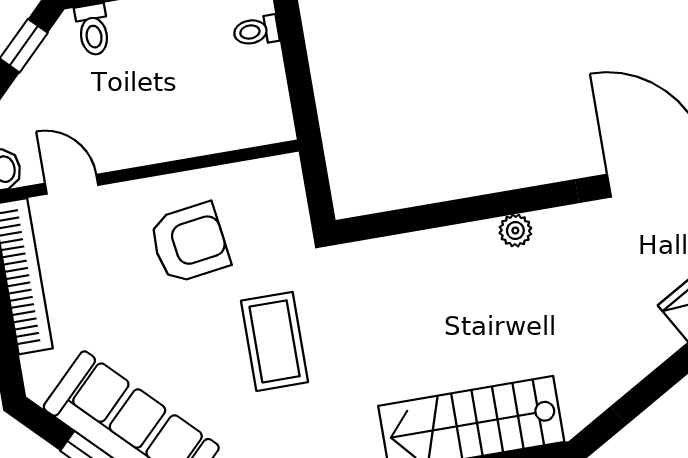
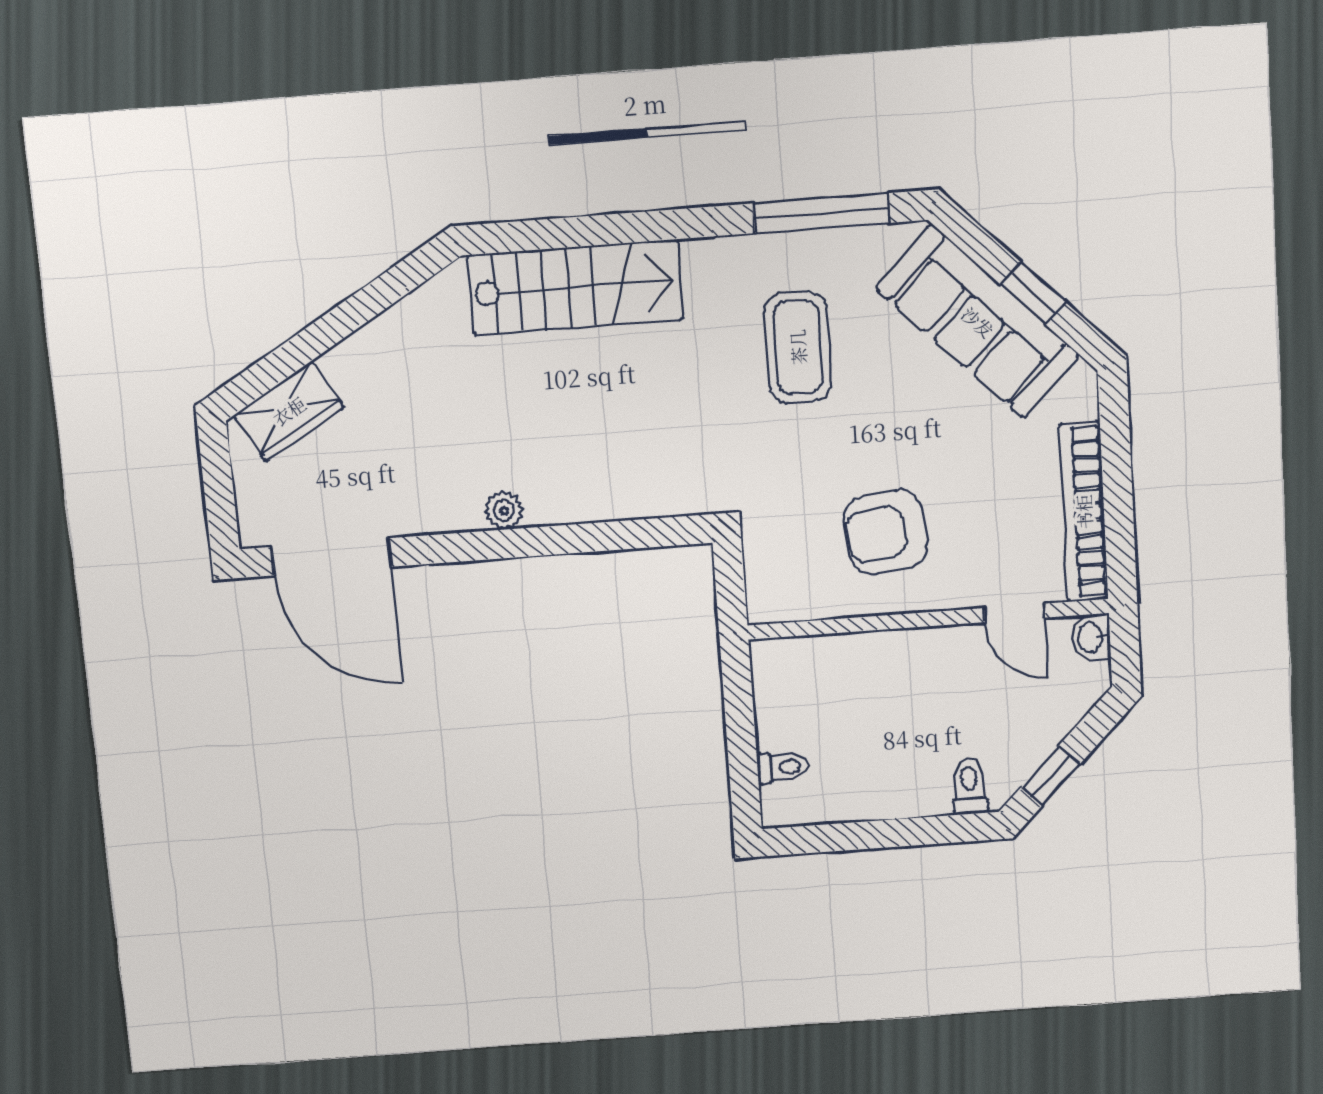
coffee table: (275, 341) -> (798, 347), moved

